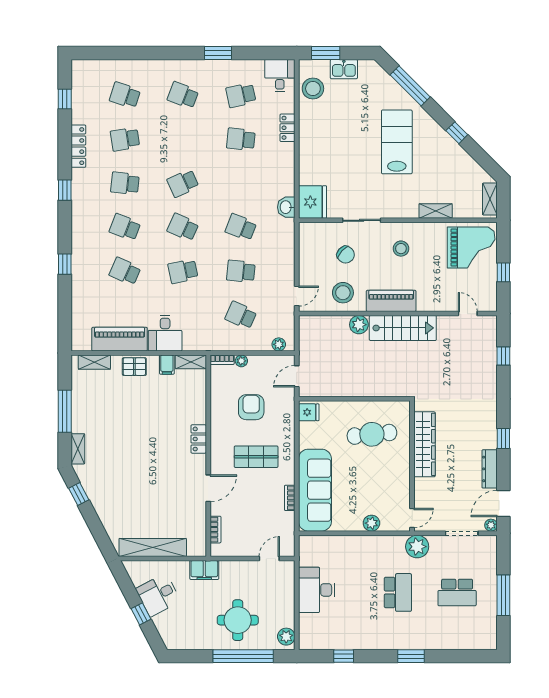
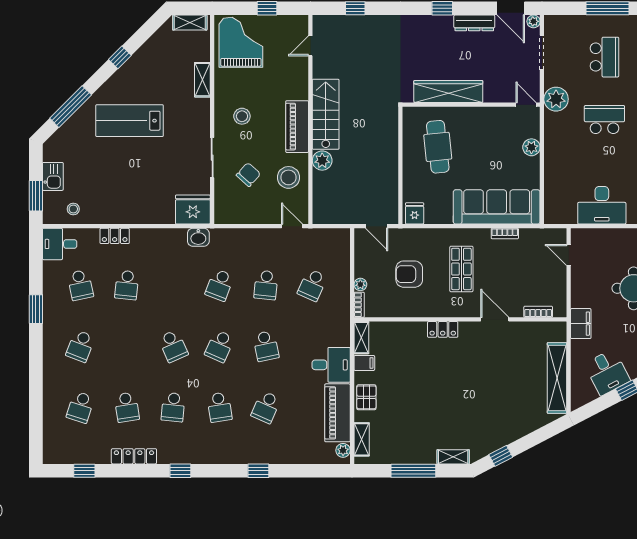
stool: (313, 89) -> (73, 209), width x0.53, depth x0.53
school desk: (125, 227) -> (220, 407), turned -30
plant: (279, 344) -> (343, 450), moved

